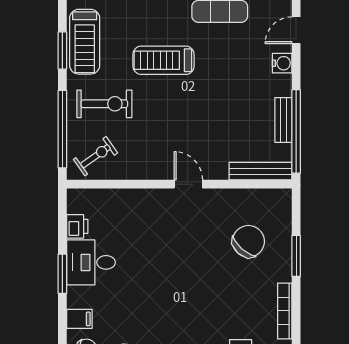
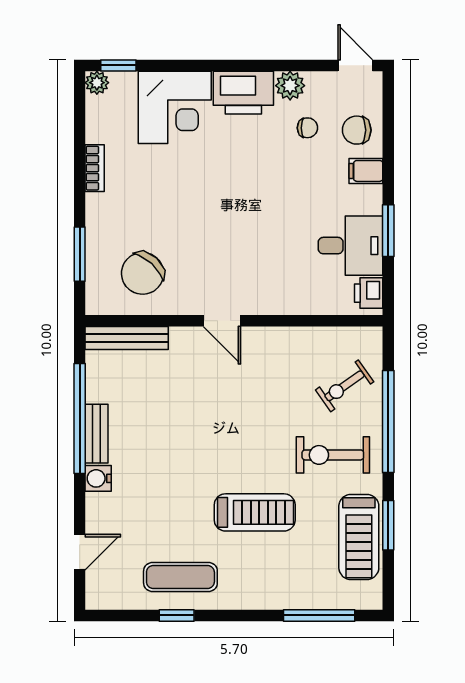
treadmill: (85, 42) -> (359, 537), turned 180
water cooler: (282, 63) -> (98, 478), moved
bench: (261, 171) -> (127, 338), moved
wall: (179, 184) -> (234, 321), moved
door: (188, 184) -> (222, 321), moved
bookcase: (285, 311) -> (95, 168), width x0.64

